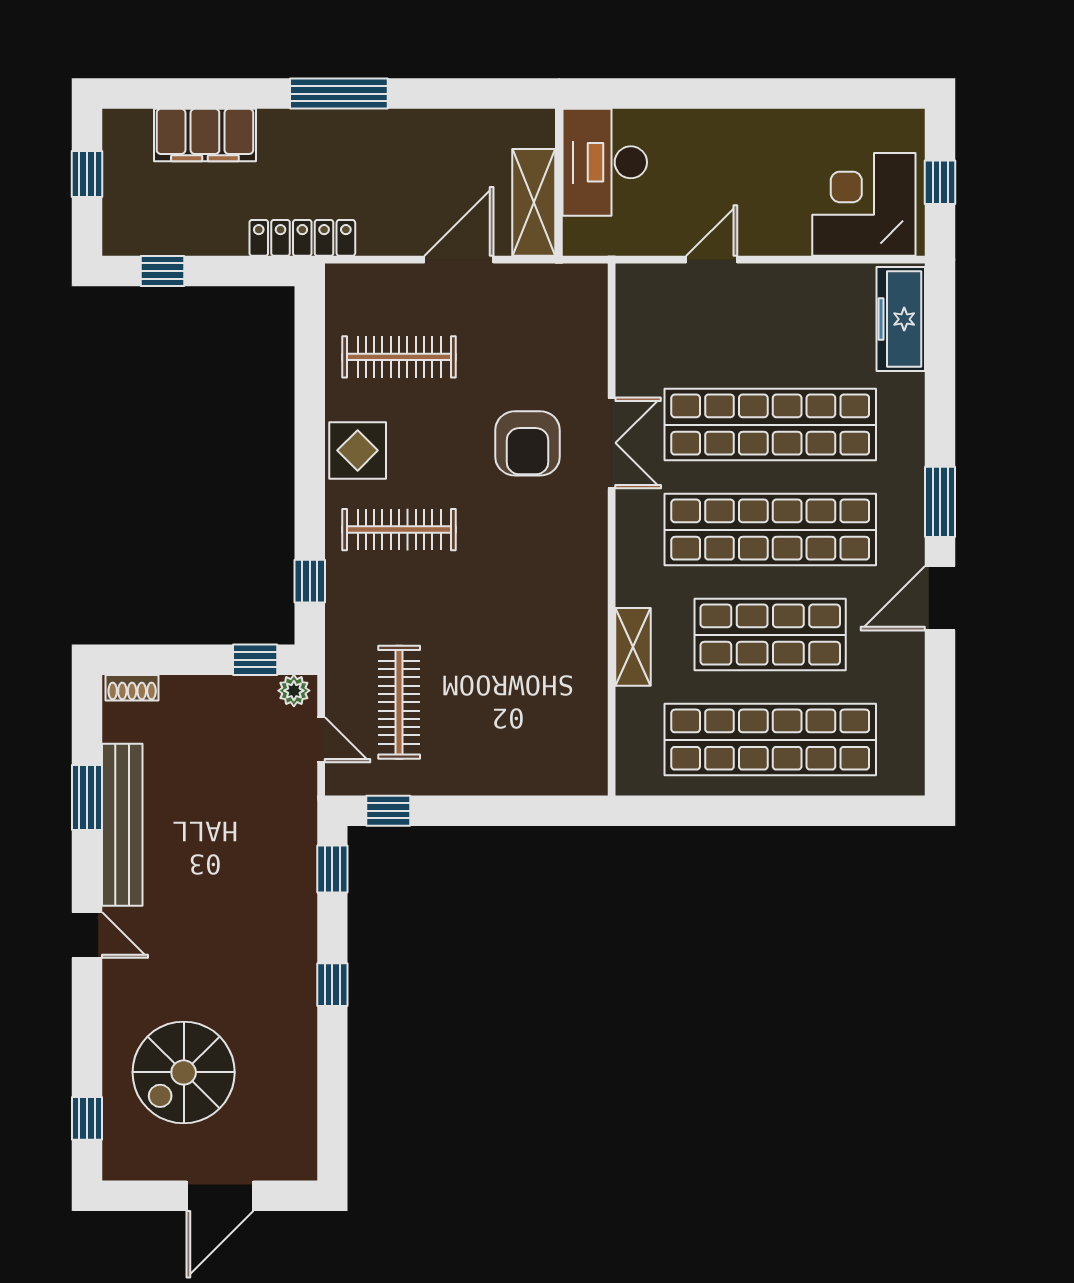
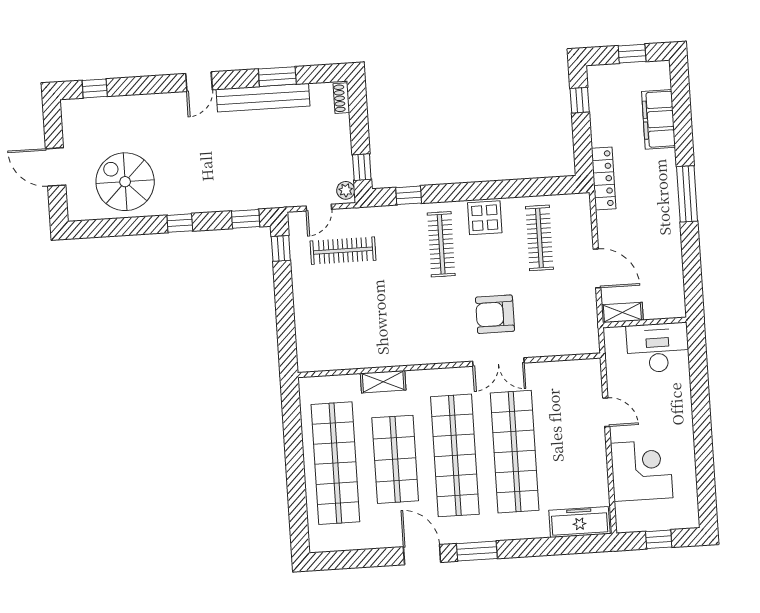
shelving: (534, 202) -> (622, 313), width x0.67, depth x0.75
corner desk: (864, 204) -> (642, 470), moved
spiral stairs: (184, 1072) -> (125, 182), moved

